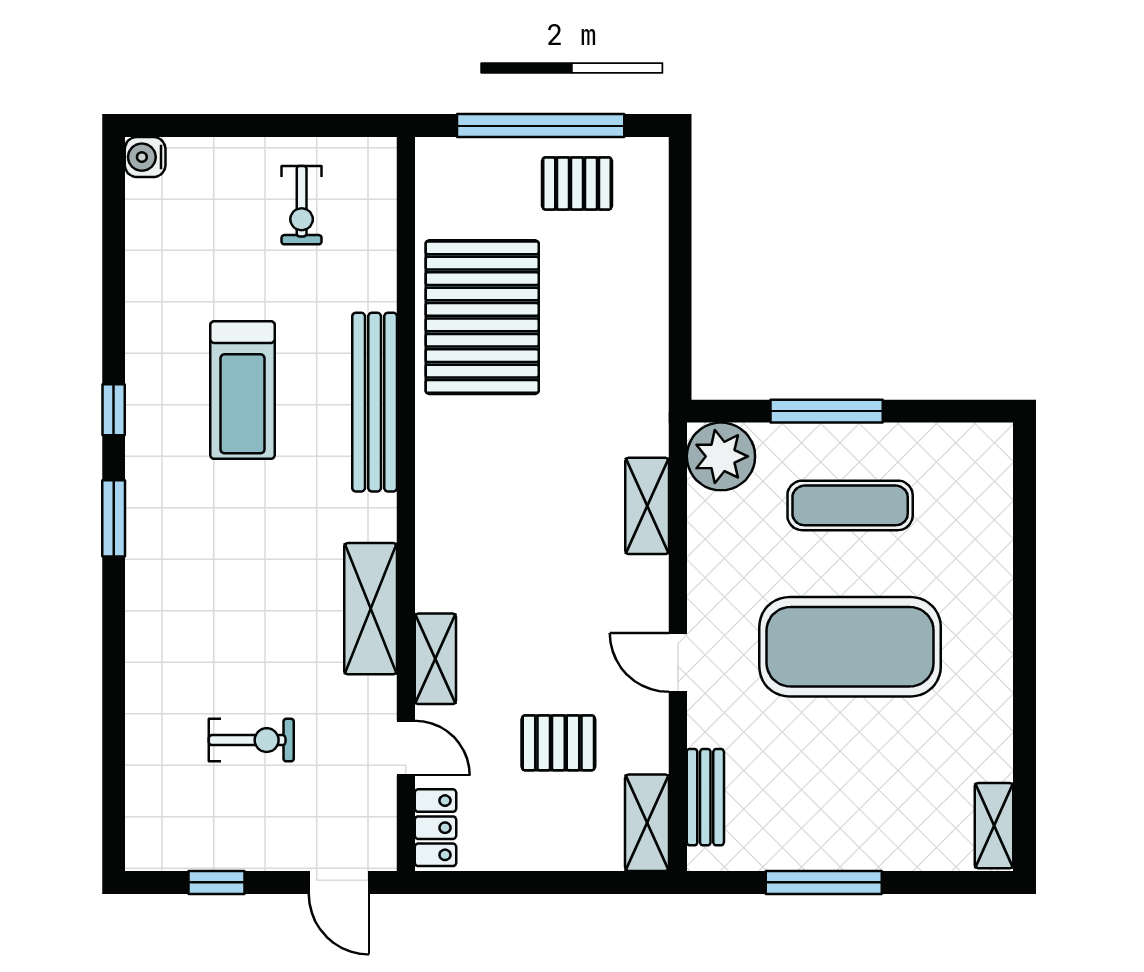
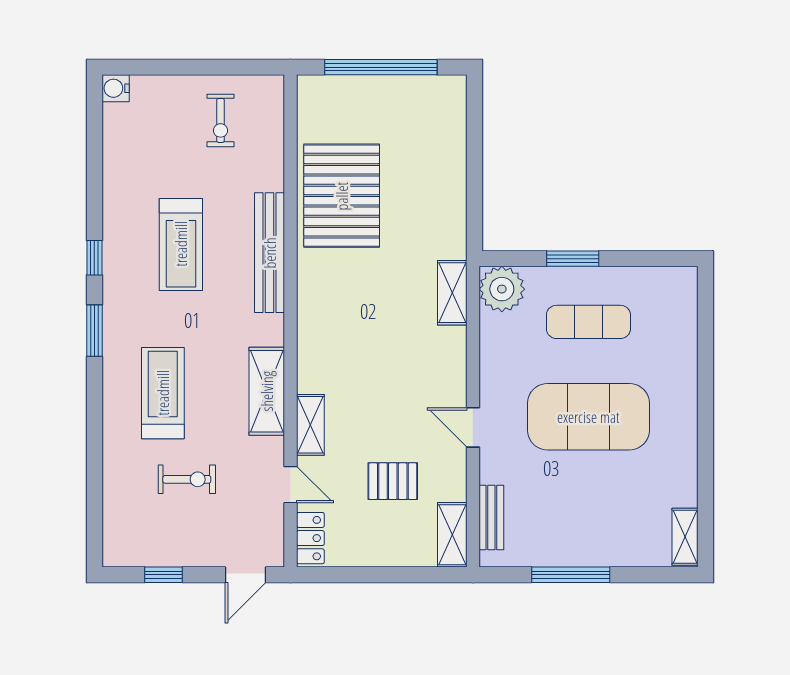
pallet: (577, 183) -> (405, 106), removed
window: (827, 411) -> (573, 259), width x0.69
shelving: (647, 506) -> (452, 293), moved
treadmill: (215, 612) -> (163, 393), added
door: (339, 882) -> (246, 575), hinge flipped

